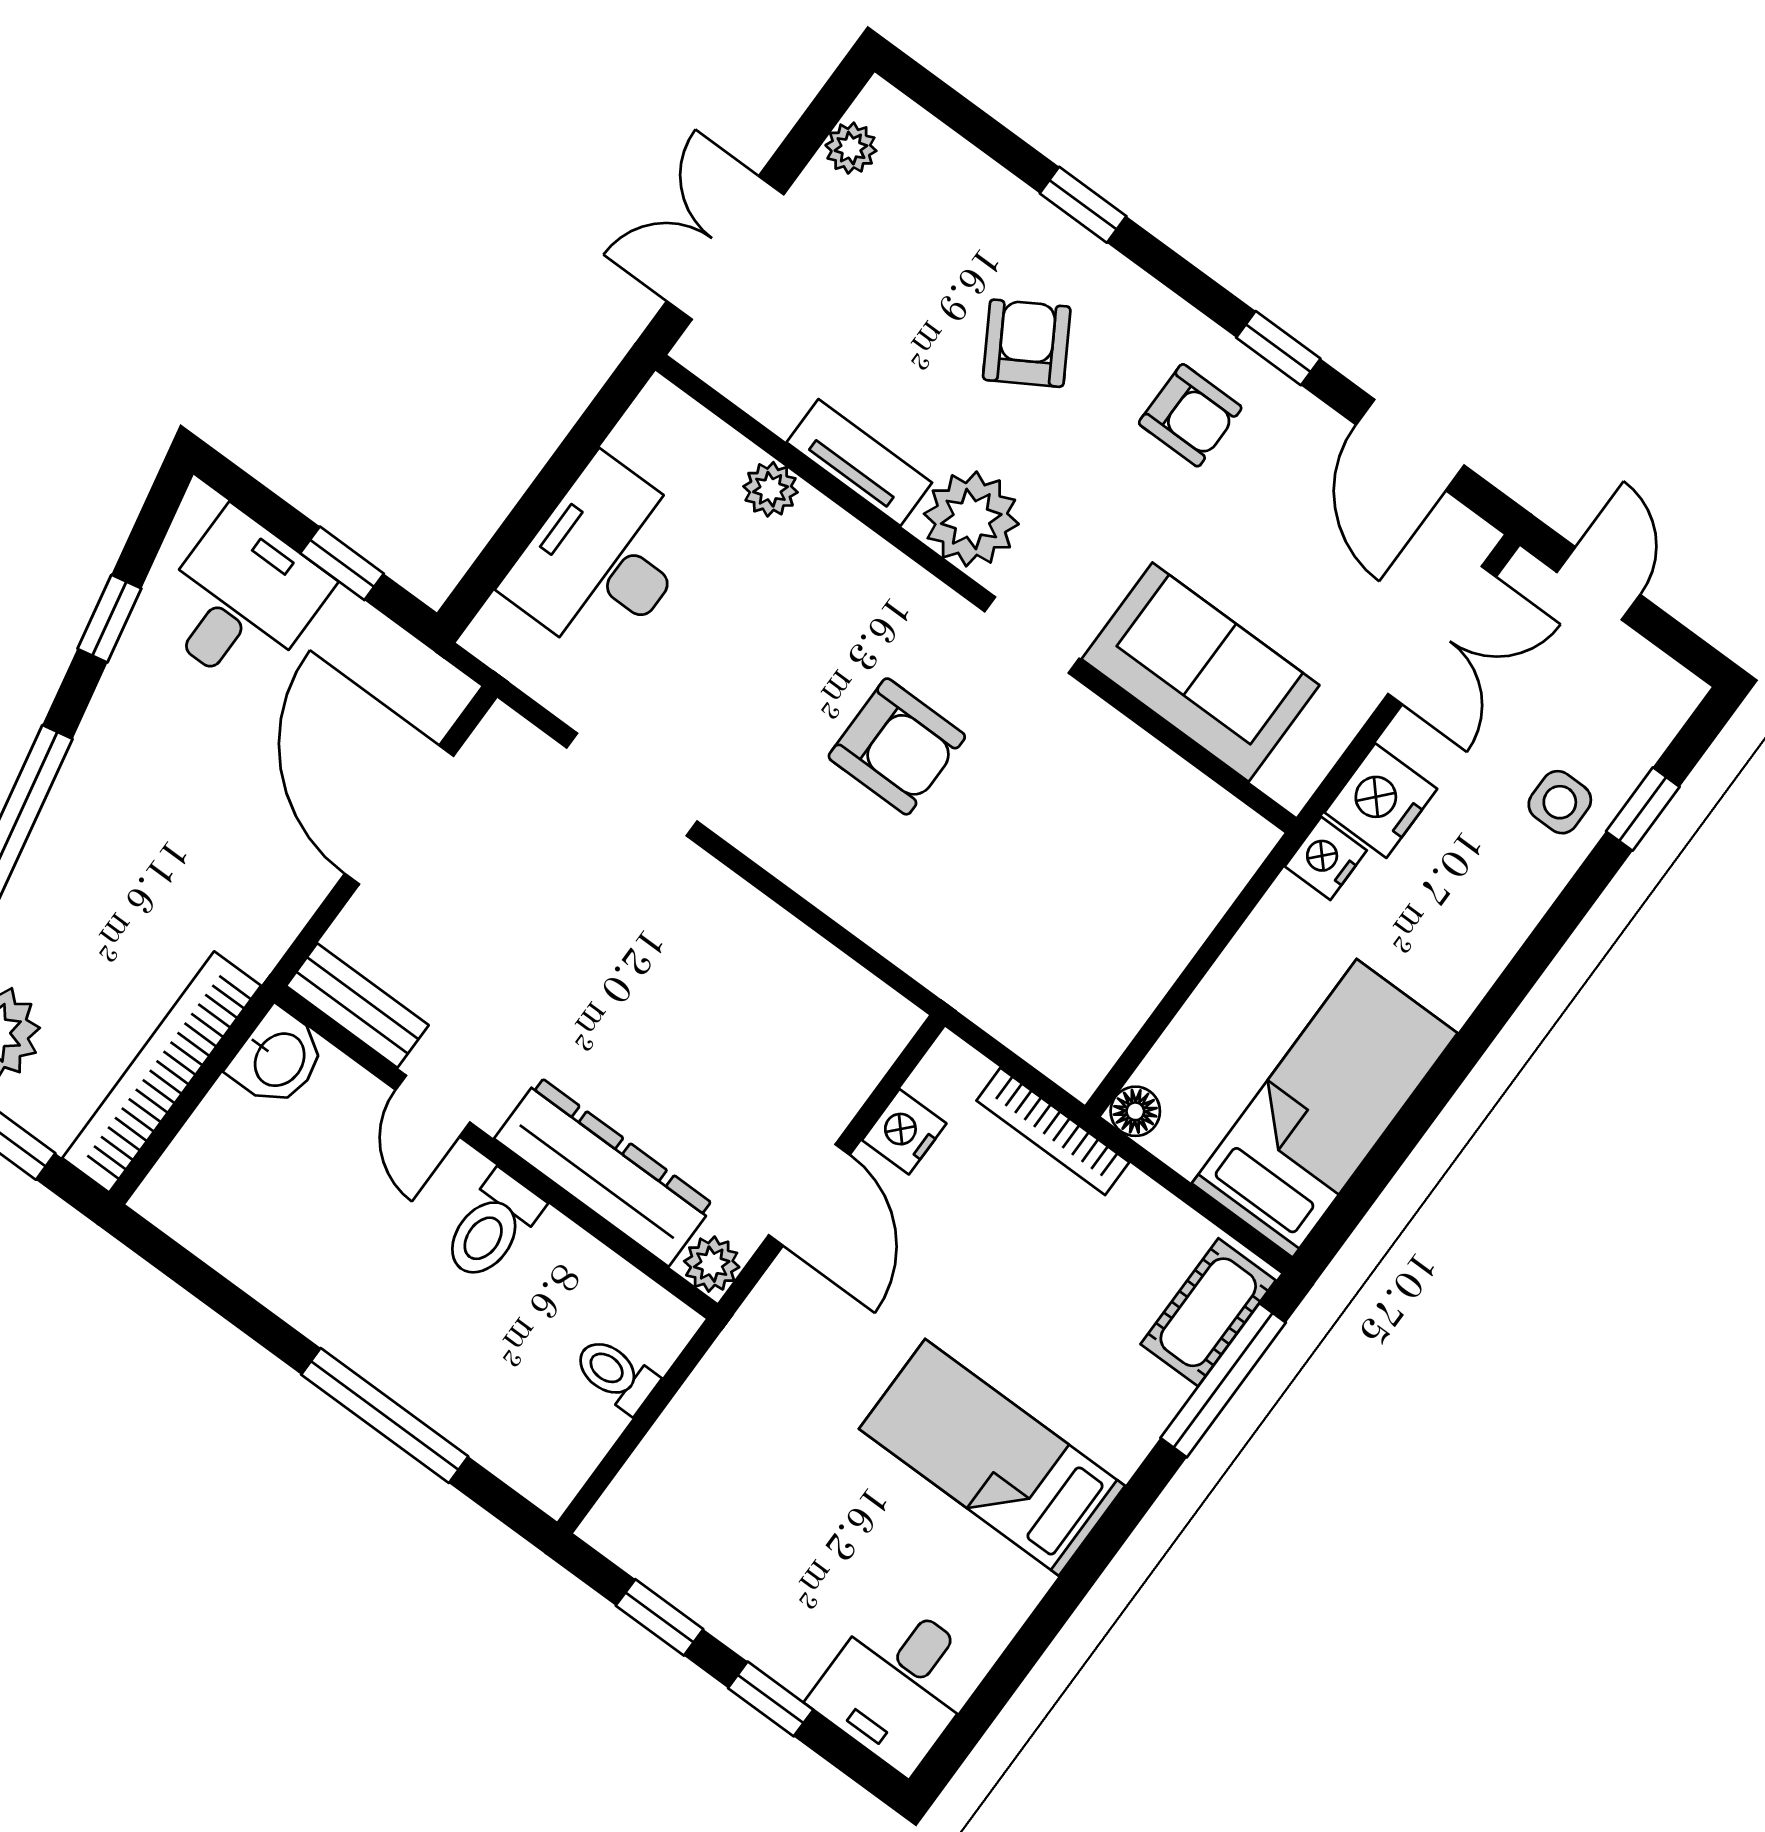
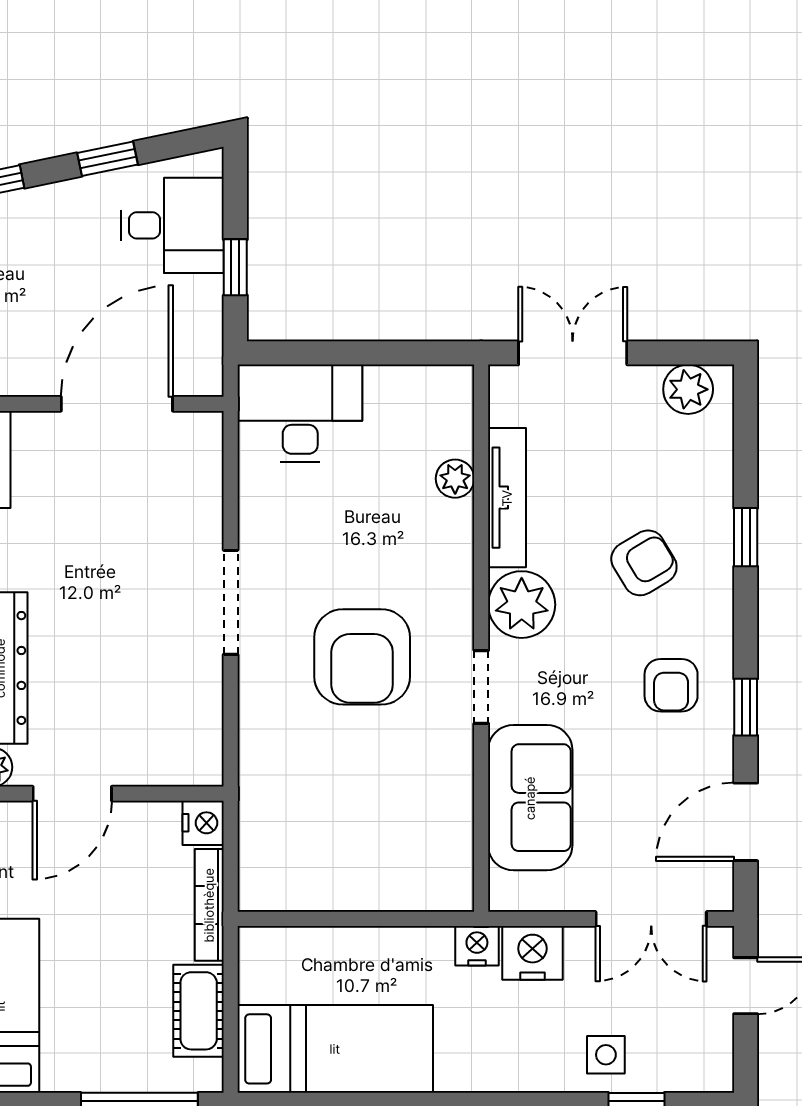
plant: (851, 148) -> (688, 389), width x1.38, depth x1.38
tv unit: (859, 463) -> (507, 498), width x1.41
desk: (603, 560) -> (300, 413), moved
armchair: (897, 746) -> (362, 657), width x1.36, depth x1.36
doorway: (632, 784) -> (231, 602), moved
floor lamp: (1135, 1111) -> (255, 943), removed
nightstand: (904, 1132) -> (203, 823), moved, turned 90
cot: (1208, 1312) -> (199, 1011), moved, turned 90

